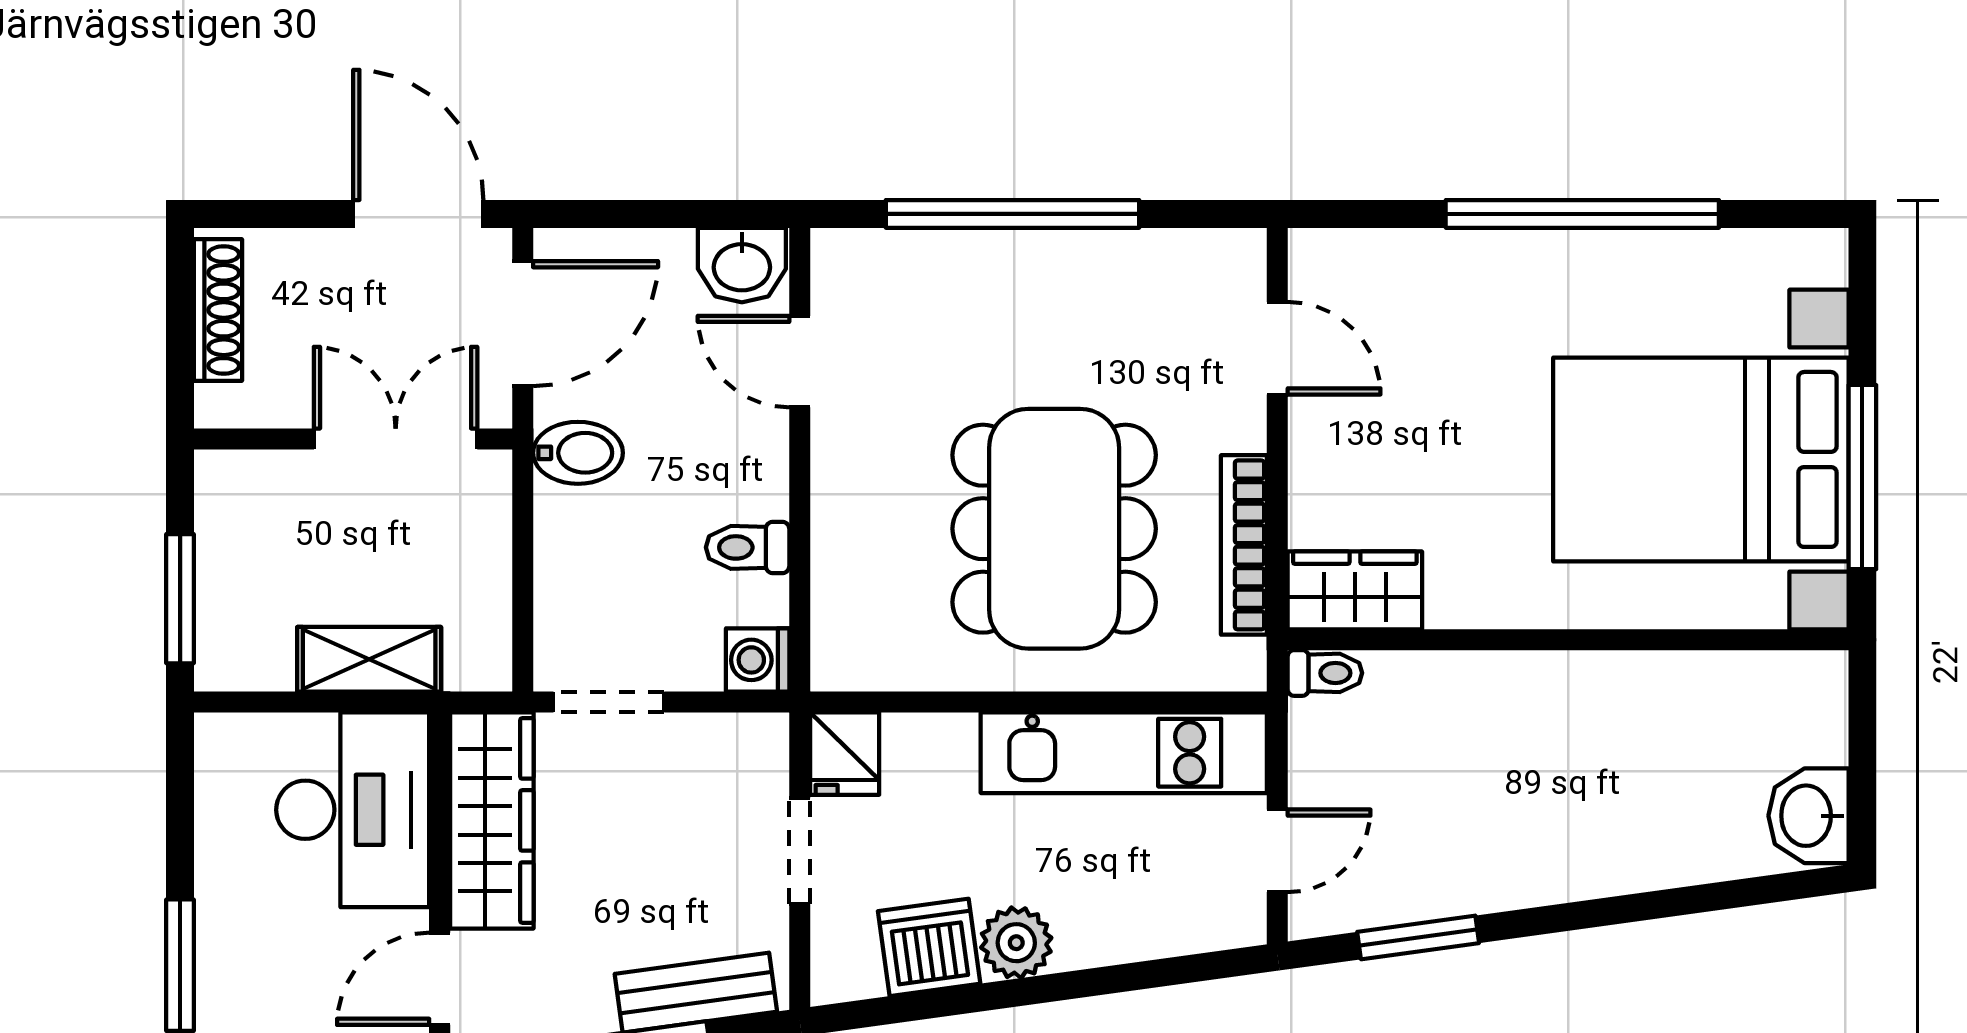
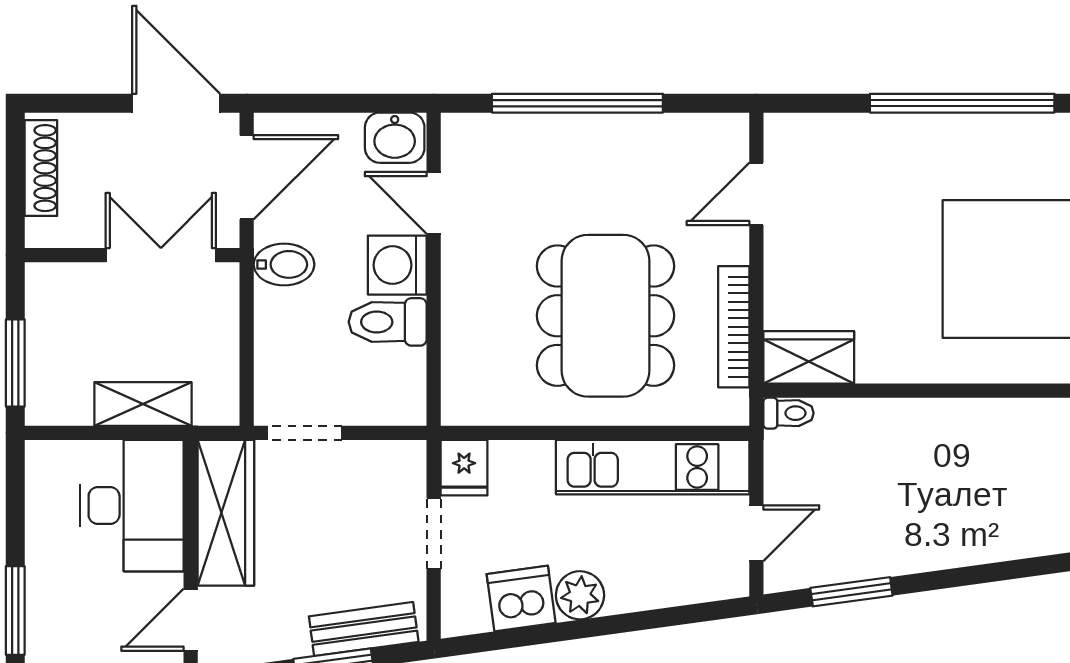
door: (1277, 348) -> (756, 194), swing flipped
toilet: (748, 547) -> (388, 322), width x1.37, depth x1.39
washing machine: (758, 660) -> (397, 265), moved, width x1.38, depth x1.38

